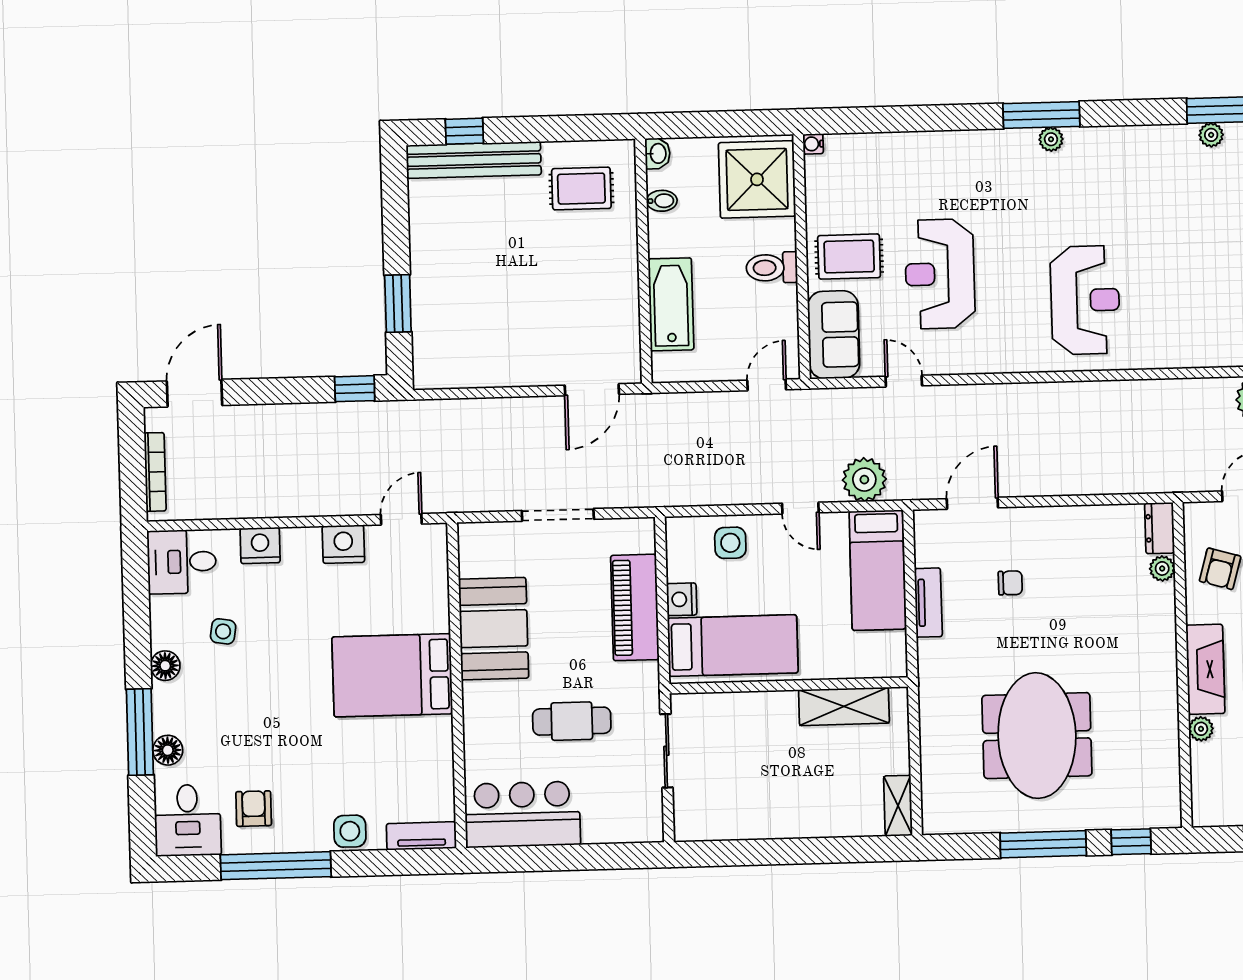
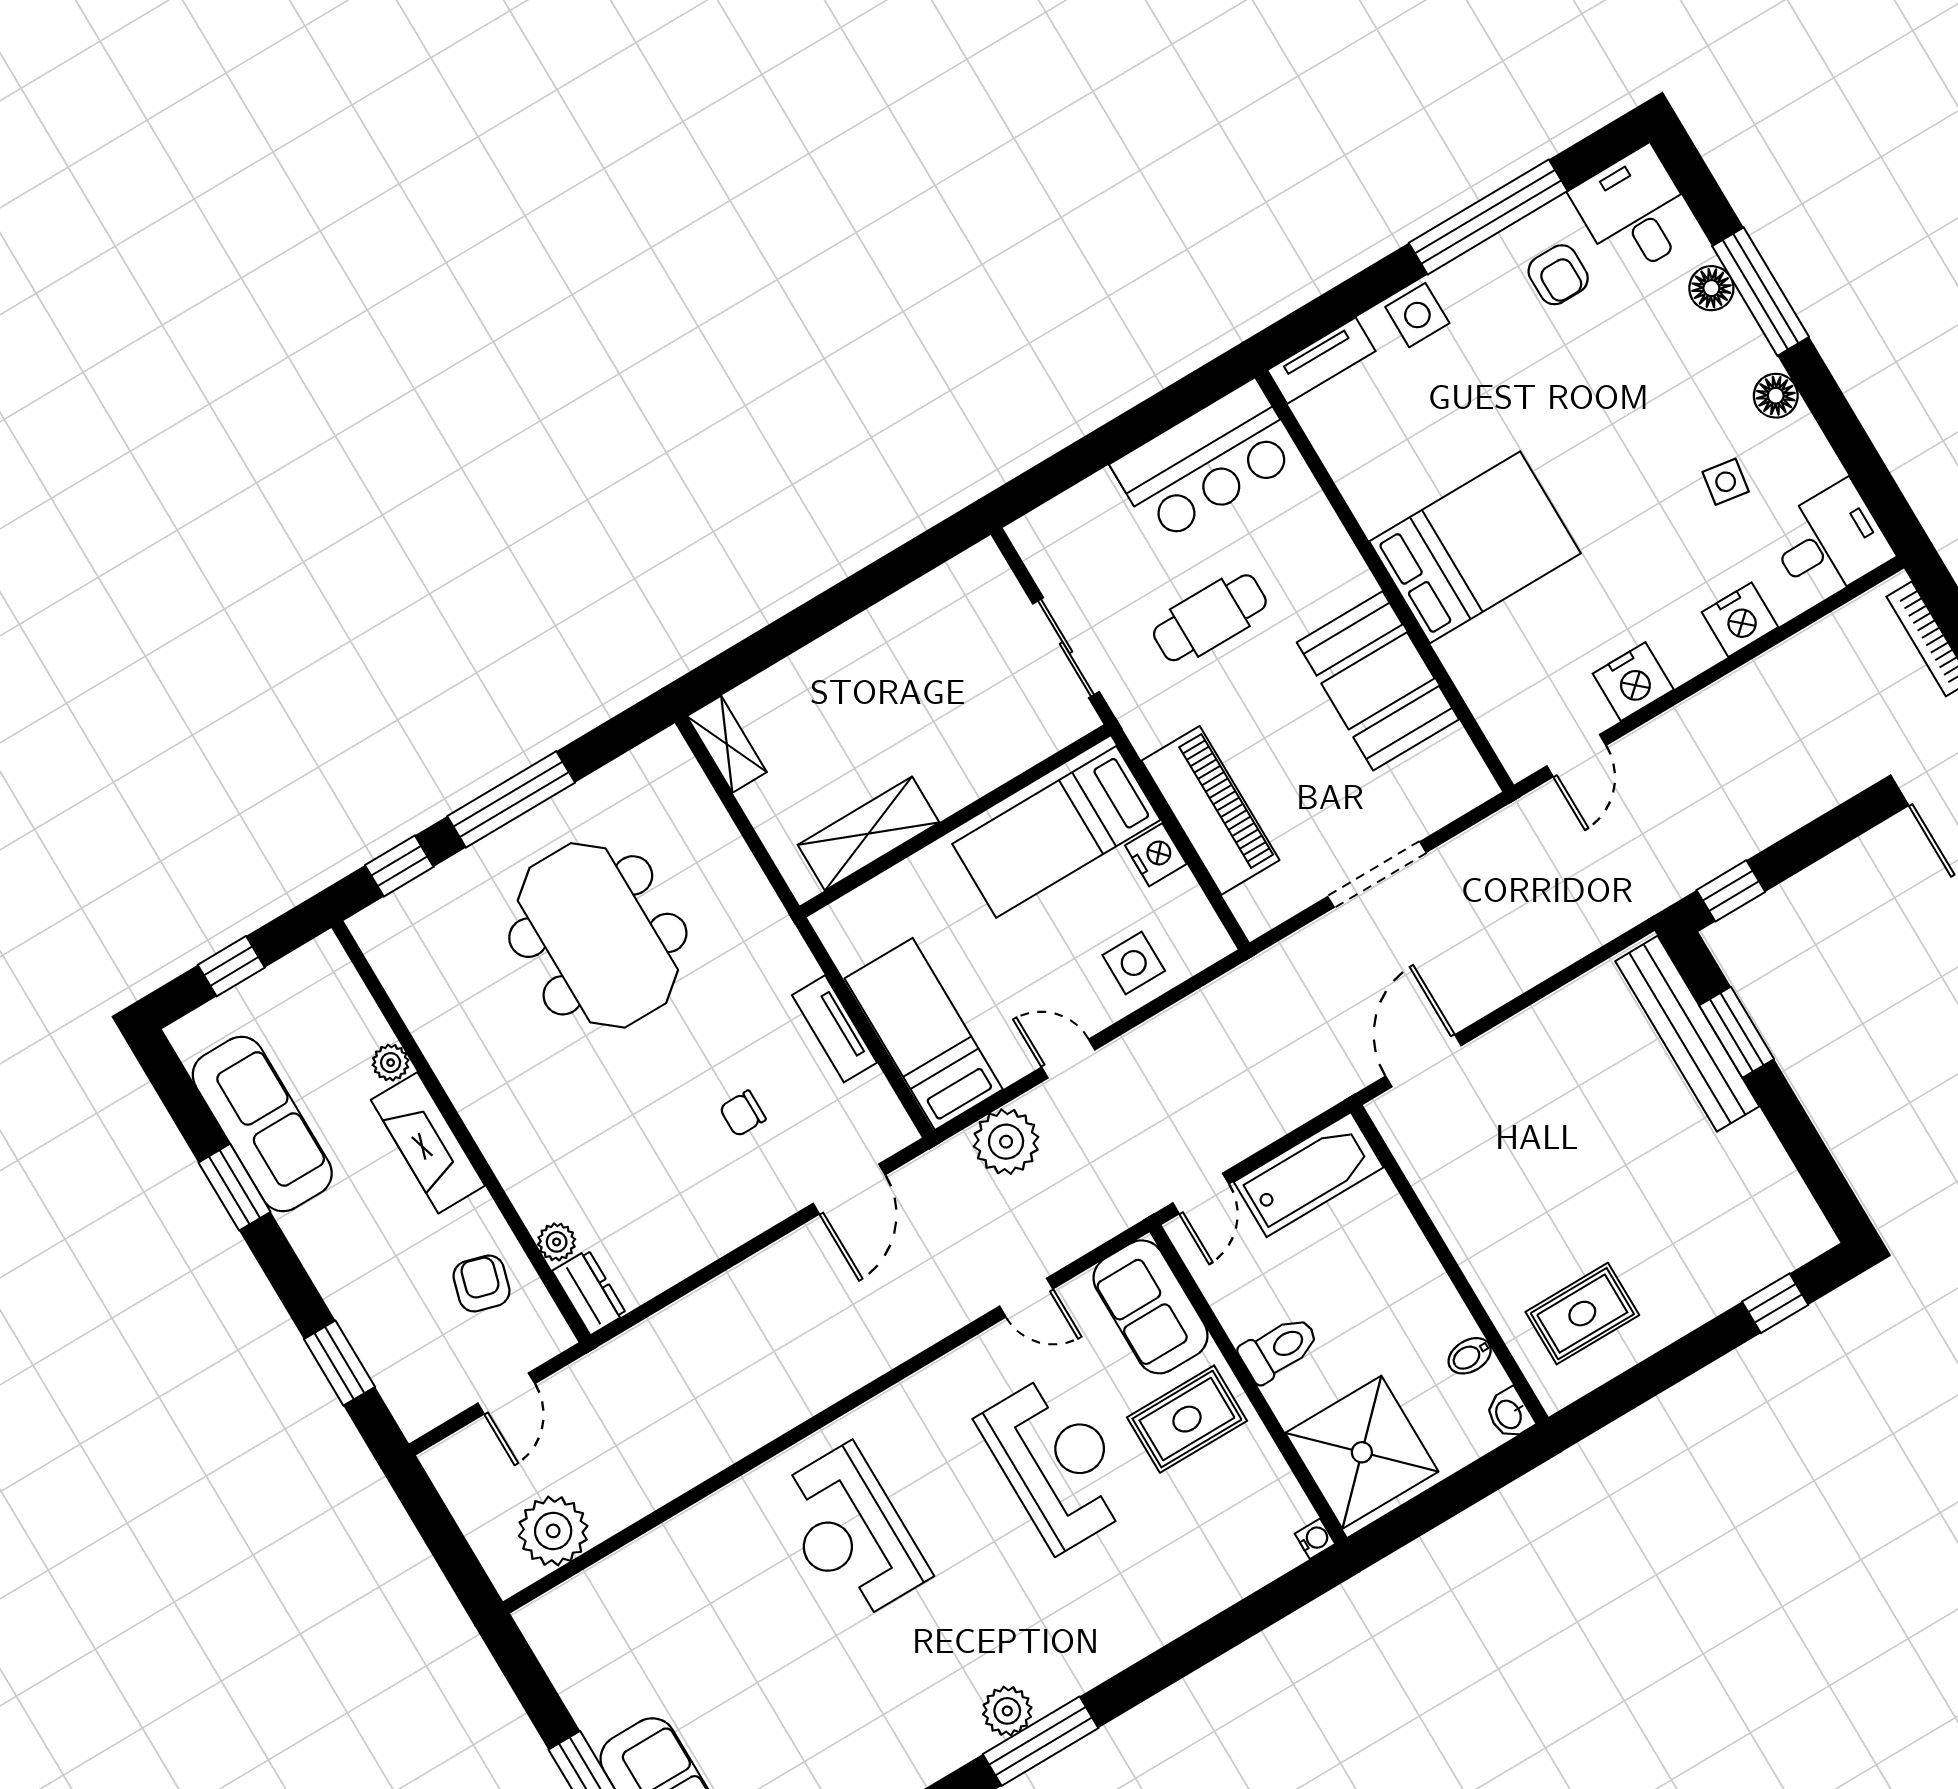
plant: (1051, 139) -> (1007, 1711), width x1.38, depth x1.38
bench: (474, 160) -> (1687, 1034), moved, turned 90
bathtub: (671, 304) -> (1309, 1175), moved, turned -90

